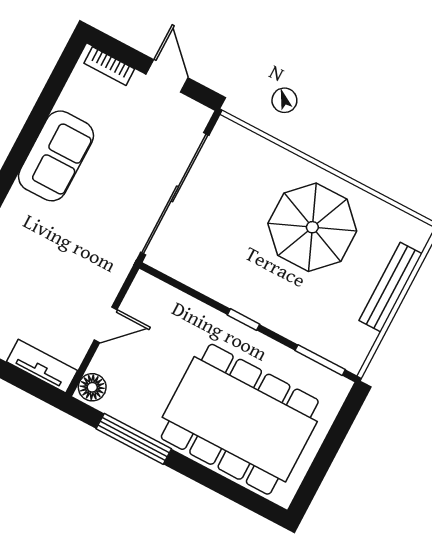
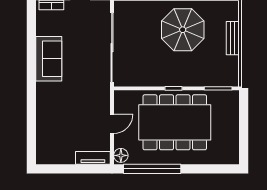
bench: (391, 287) -> (233, 38), width x0.73
dining table: (240, 419) -> (175, 122), moved
window: (134, 439) -> (152, 169), width x1.46

